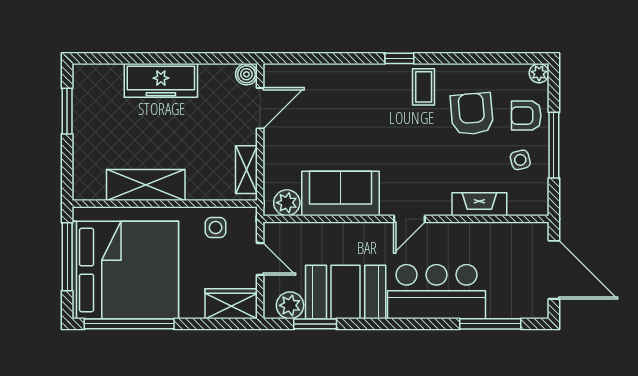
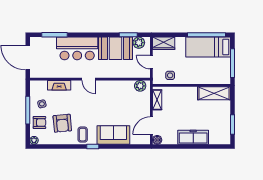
shelving: (146, 185) -> (214, 93), moved
sofa: (341, 193) -> (113, 135), moved, turned 180
door: (409, 219) -> (89, 79), swing flipped
bed: (125, 270) -> (208, 47), width x0.49

